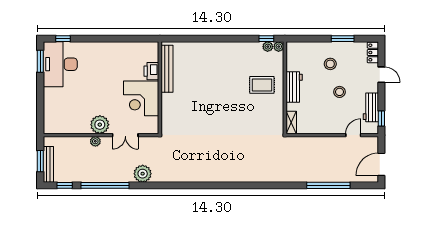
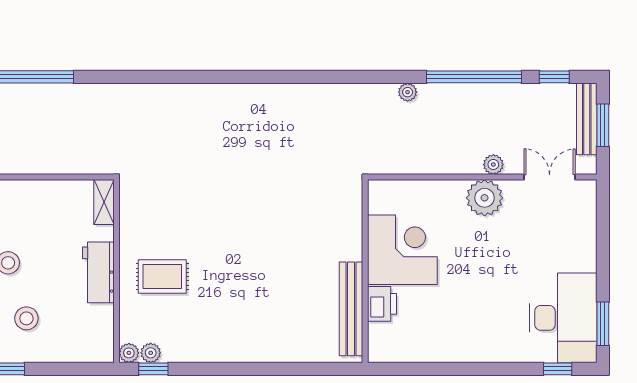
double door: (125, 135) -> (550, 177), moved
plant: (143, 174) -> (408, 92), width x0.53, depth x0.53

